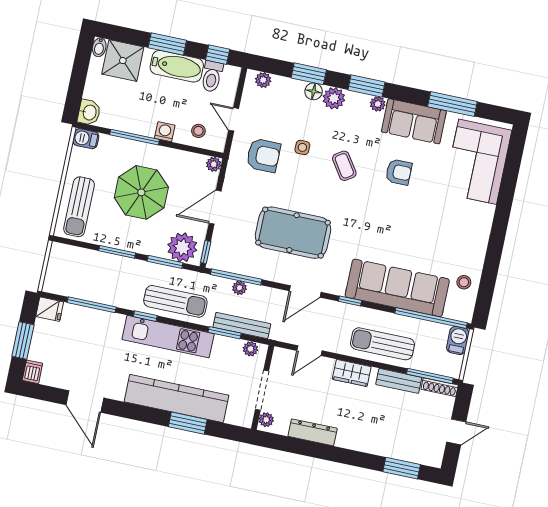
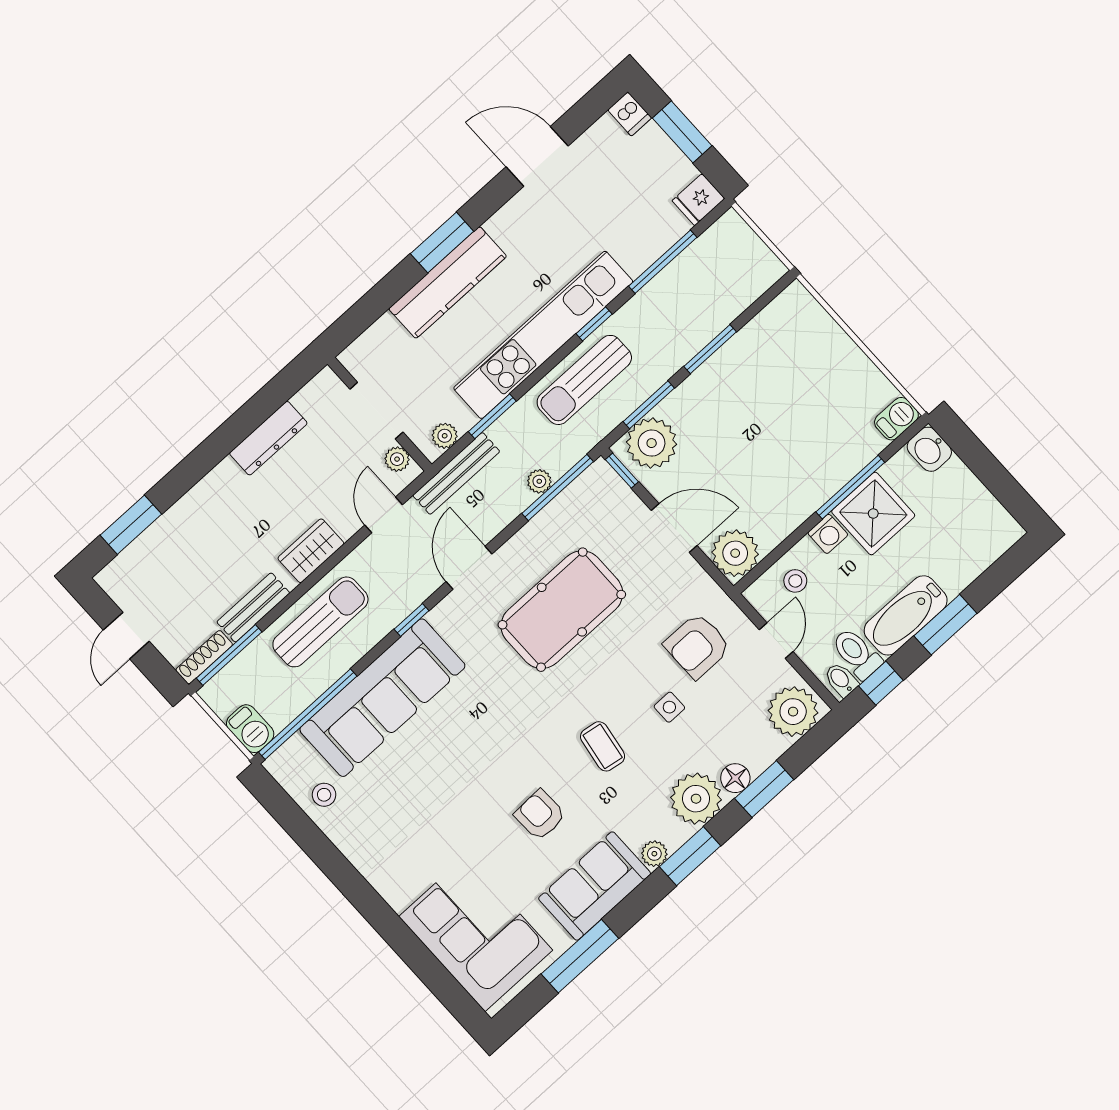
bidet: (99, 47) -> (841, 680), moved
shower: (123, 61) -> (873, 513), moved
plant: (263, 80) -> (793, 712), width x1.87, depth x1.87
plant: (334, 98) -> (696, 799), width x1.36, depth x1.36
door: (234, 119) -> (776, 641), hinge flipped
plant: (214, 164) -> (735, 553), width x1.88, depth x1.88
coffee table: (344, 166) -> (603, 746), turned 43
armchair: (399, 172) -> (540, 815), turned 88
parasol: (141, 192) -> (768, 441), removed
sun lounger: (79, 207) -> (810, 342), removed
door: (215, 207) -> (674, 528), hinge flipped
bench: (242, 326) -> (456, 473), moved
kitchen unit: (168, 337) -> (543, 335), width x1.36
kitchen counter: (177, 398) -> (448, 283), width x0.72, depth x0.86
plant: (266, 420) -> (397, 459), moved
window: (188, 423) -> (442, 242), moved

